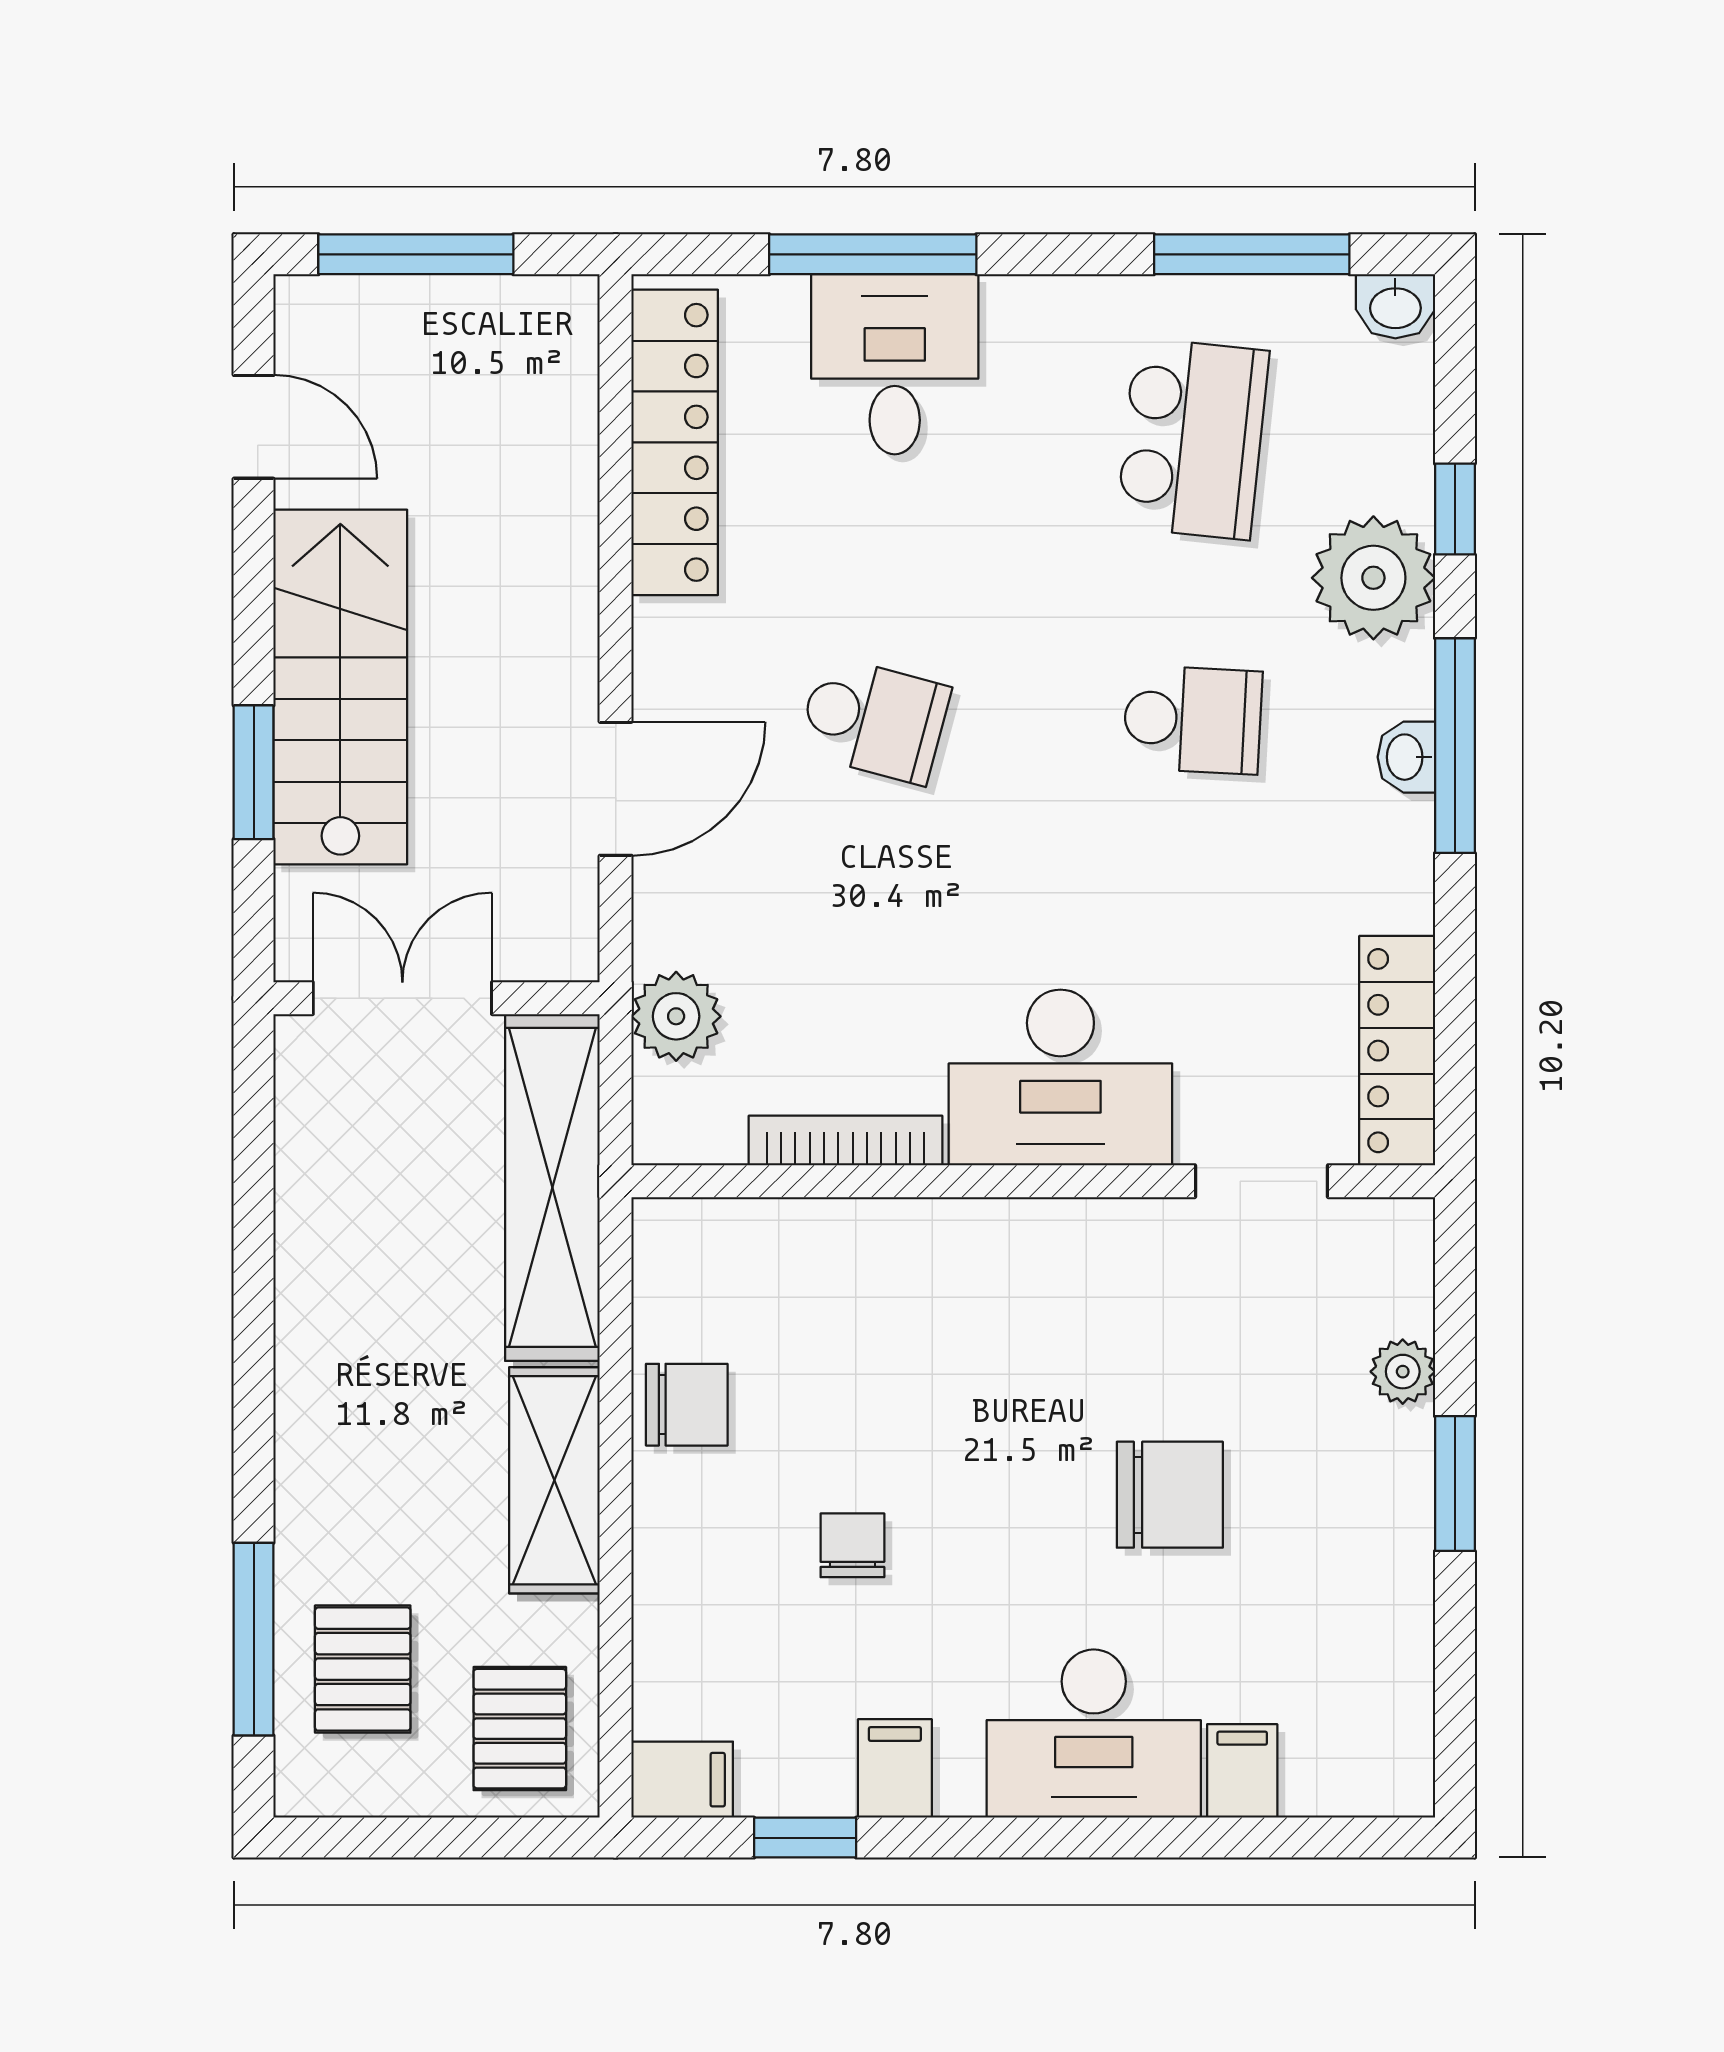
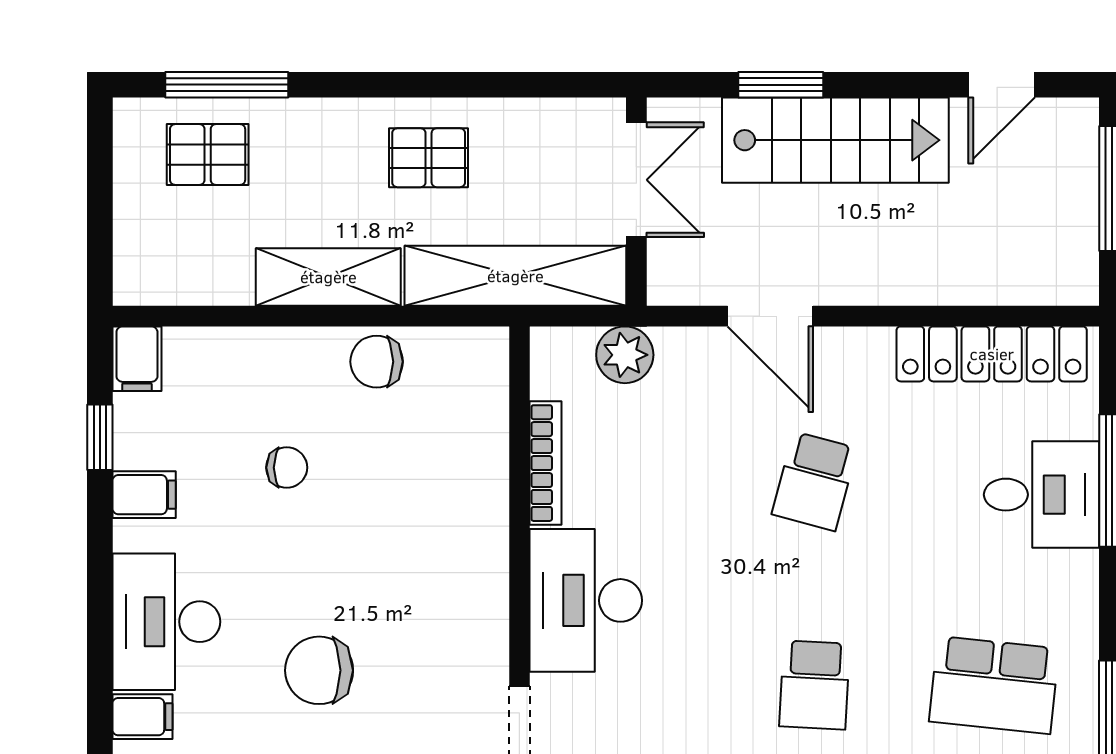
chair: (687, 1405) -> (377, 362), turned 90
chair: (1170, 1495) -> (319, 670), turned 90
pallet: (520, 1729) -> (429, 158), moved

